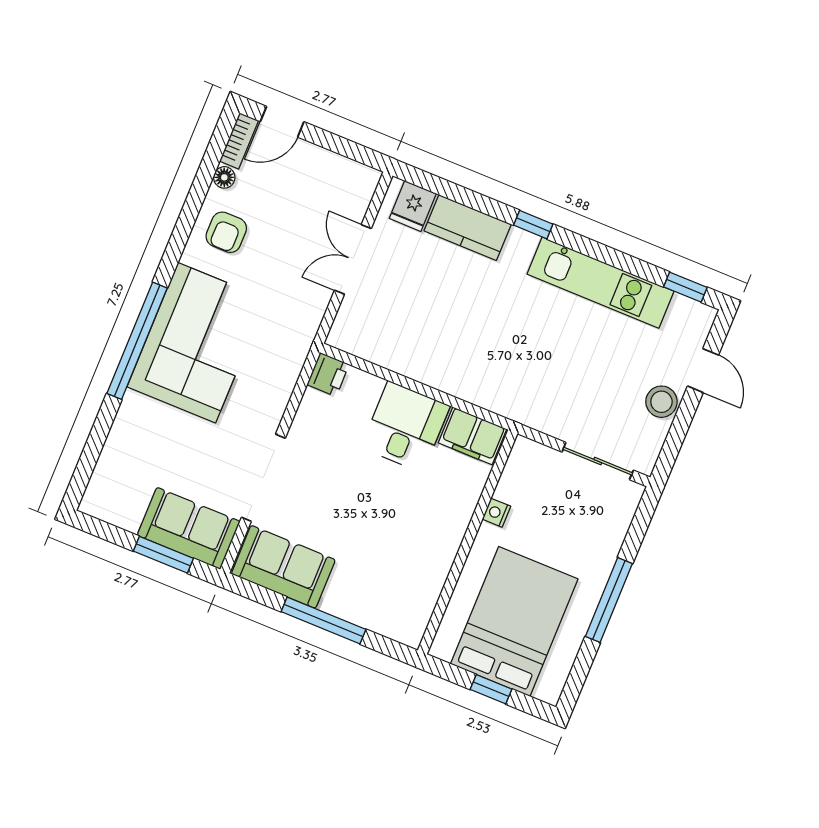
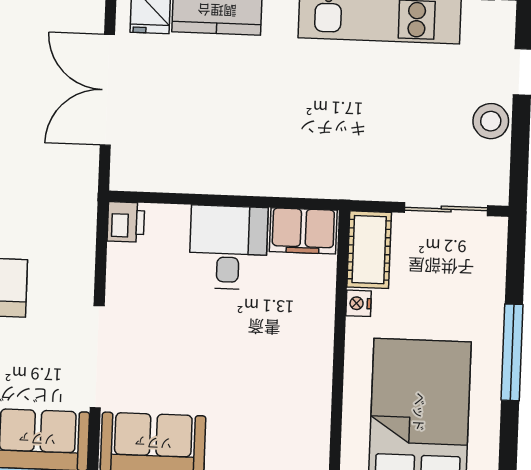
double door: (353, 259) -> (107, 90), width x1.37
cot: (521, 471) -> (369, 250), added

